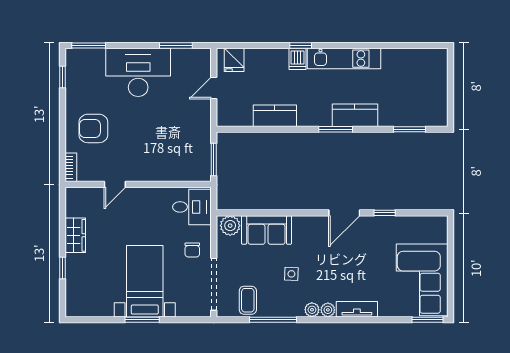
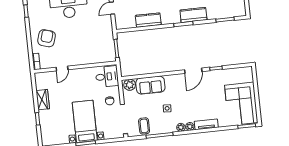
armchair: (93, 128) -> (47, 38), turned 107

